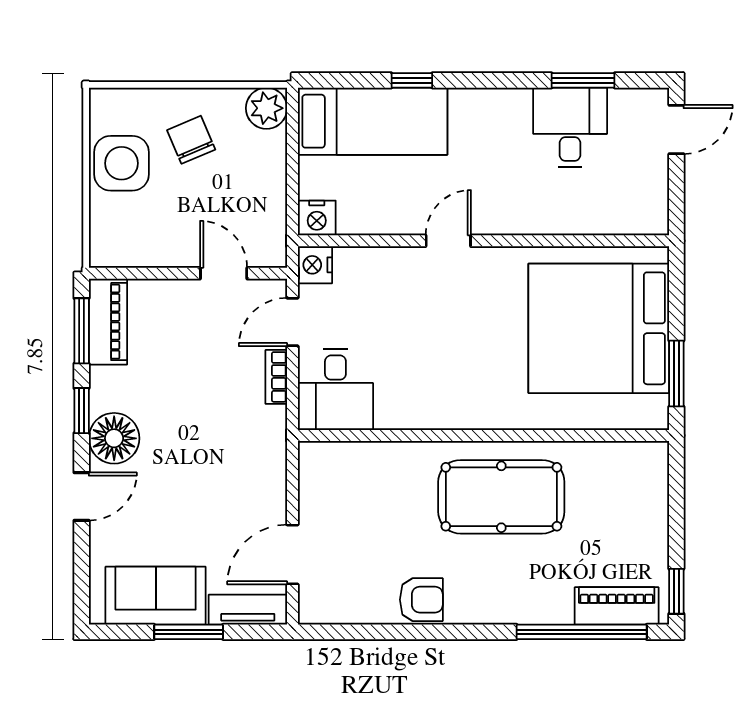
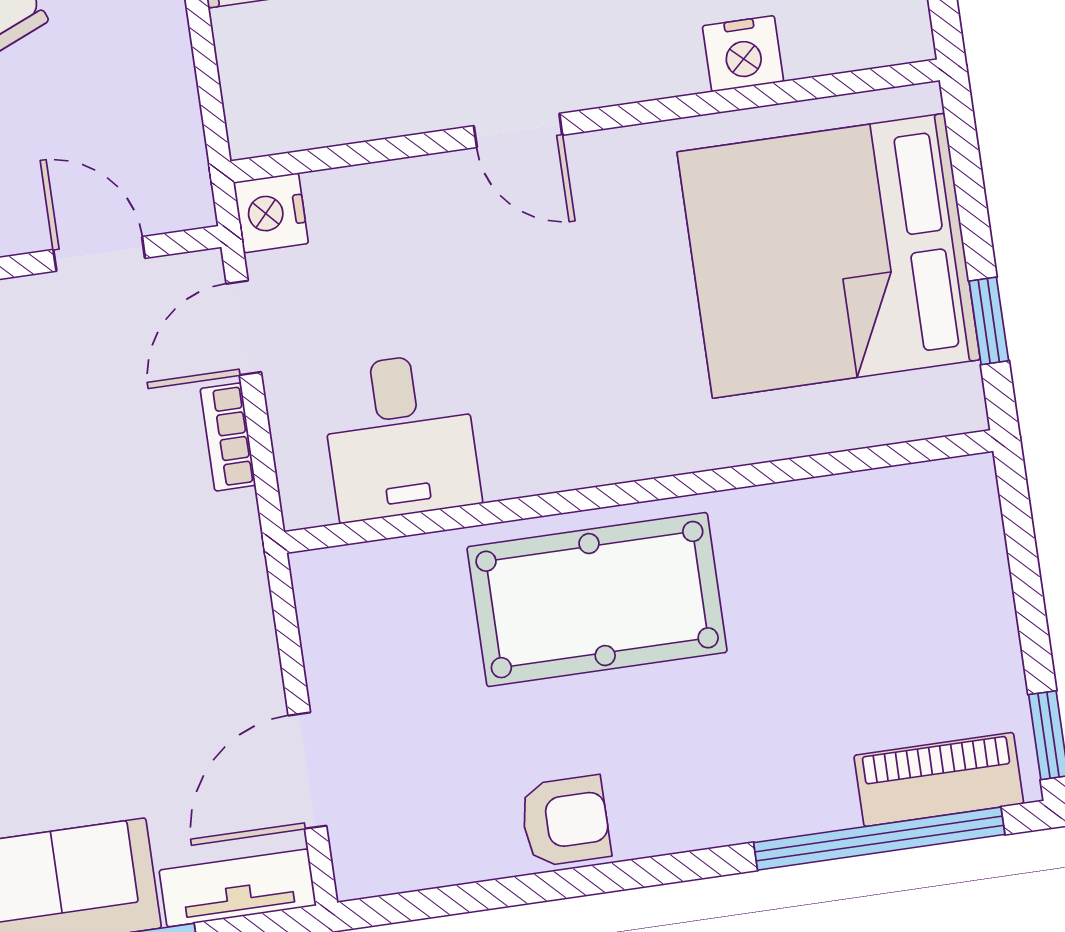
nightstand: (317, 218) -> (743, 54), moved
door: (448, 241) -> (518, 130), swing flipped
window: (676, 374) -> (989, 321), width x0.67
desk: (335, 389) -> (400, 436), moved
pool table: (501, 497) -> (597, 600), moved

